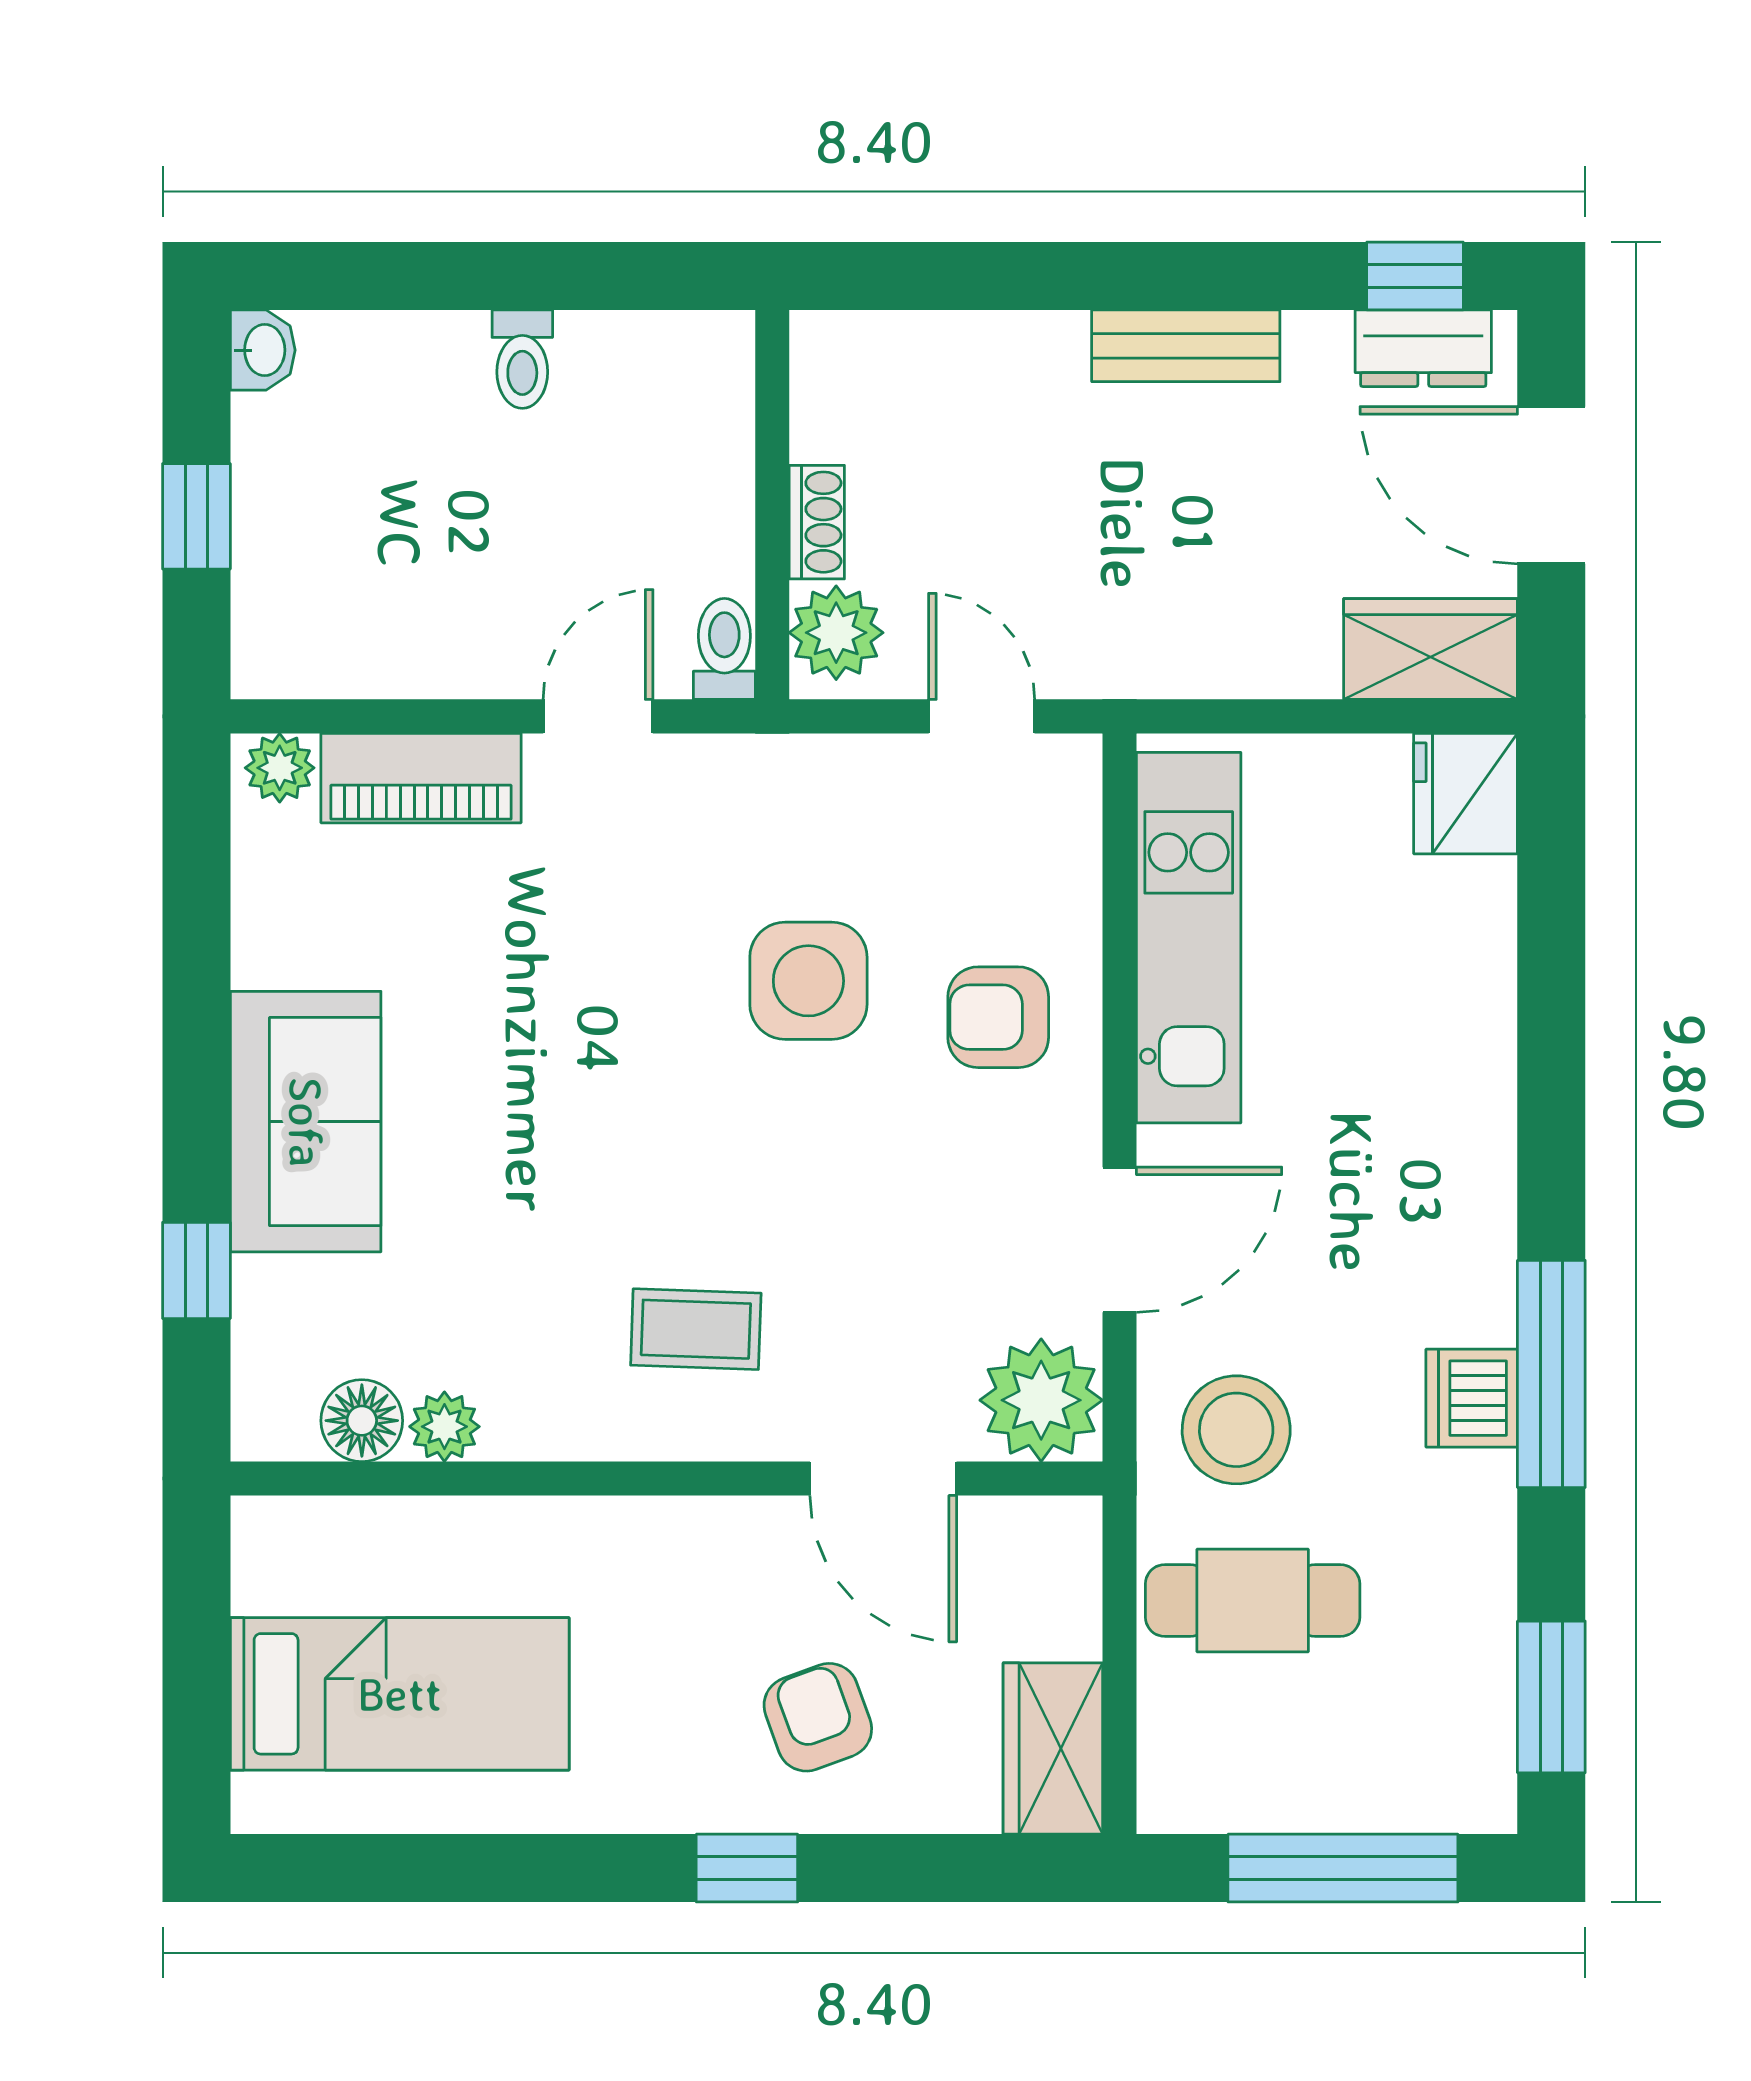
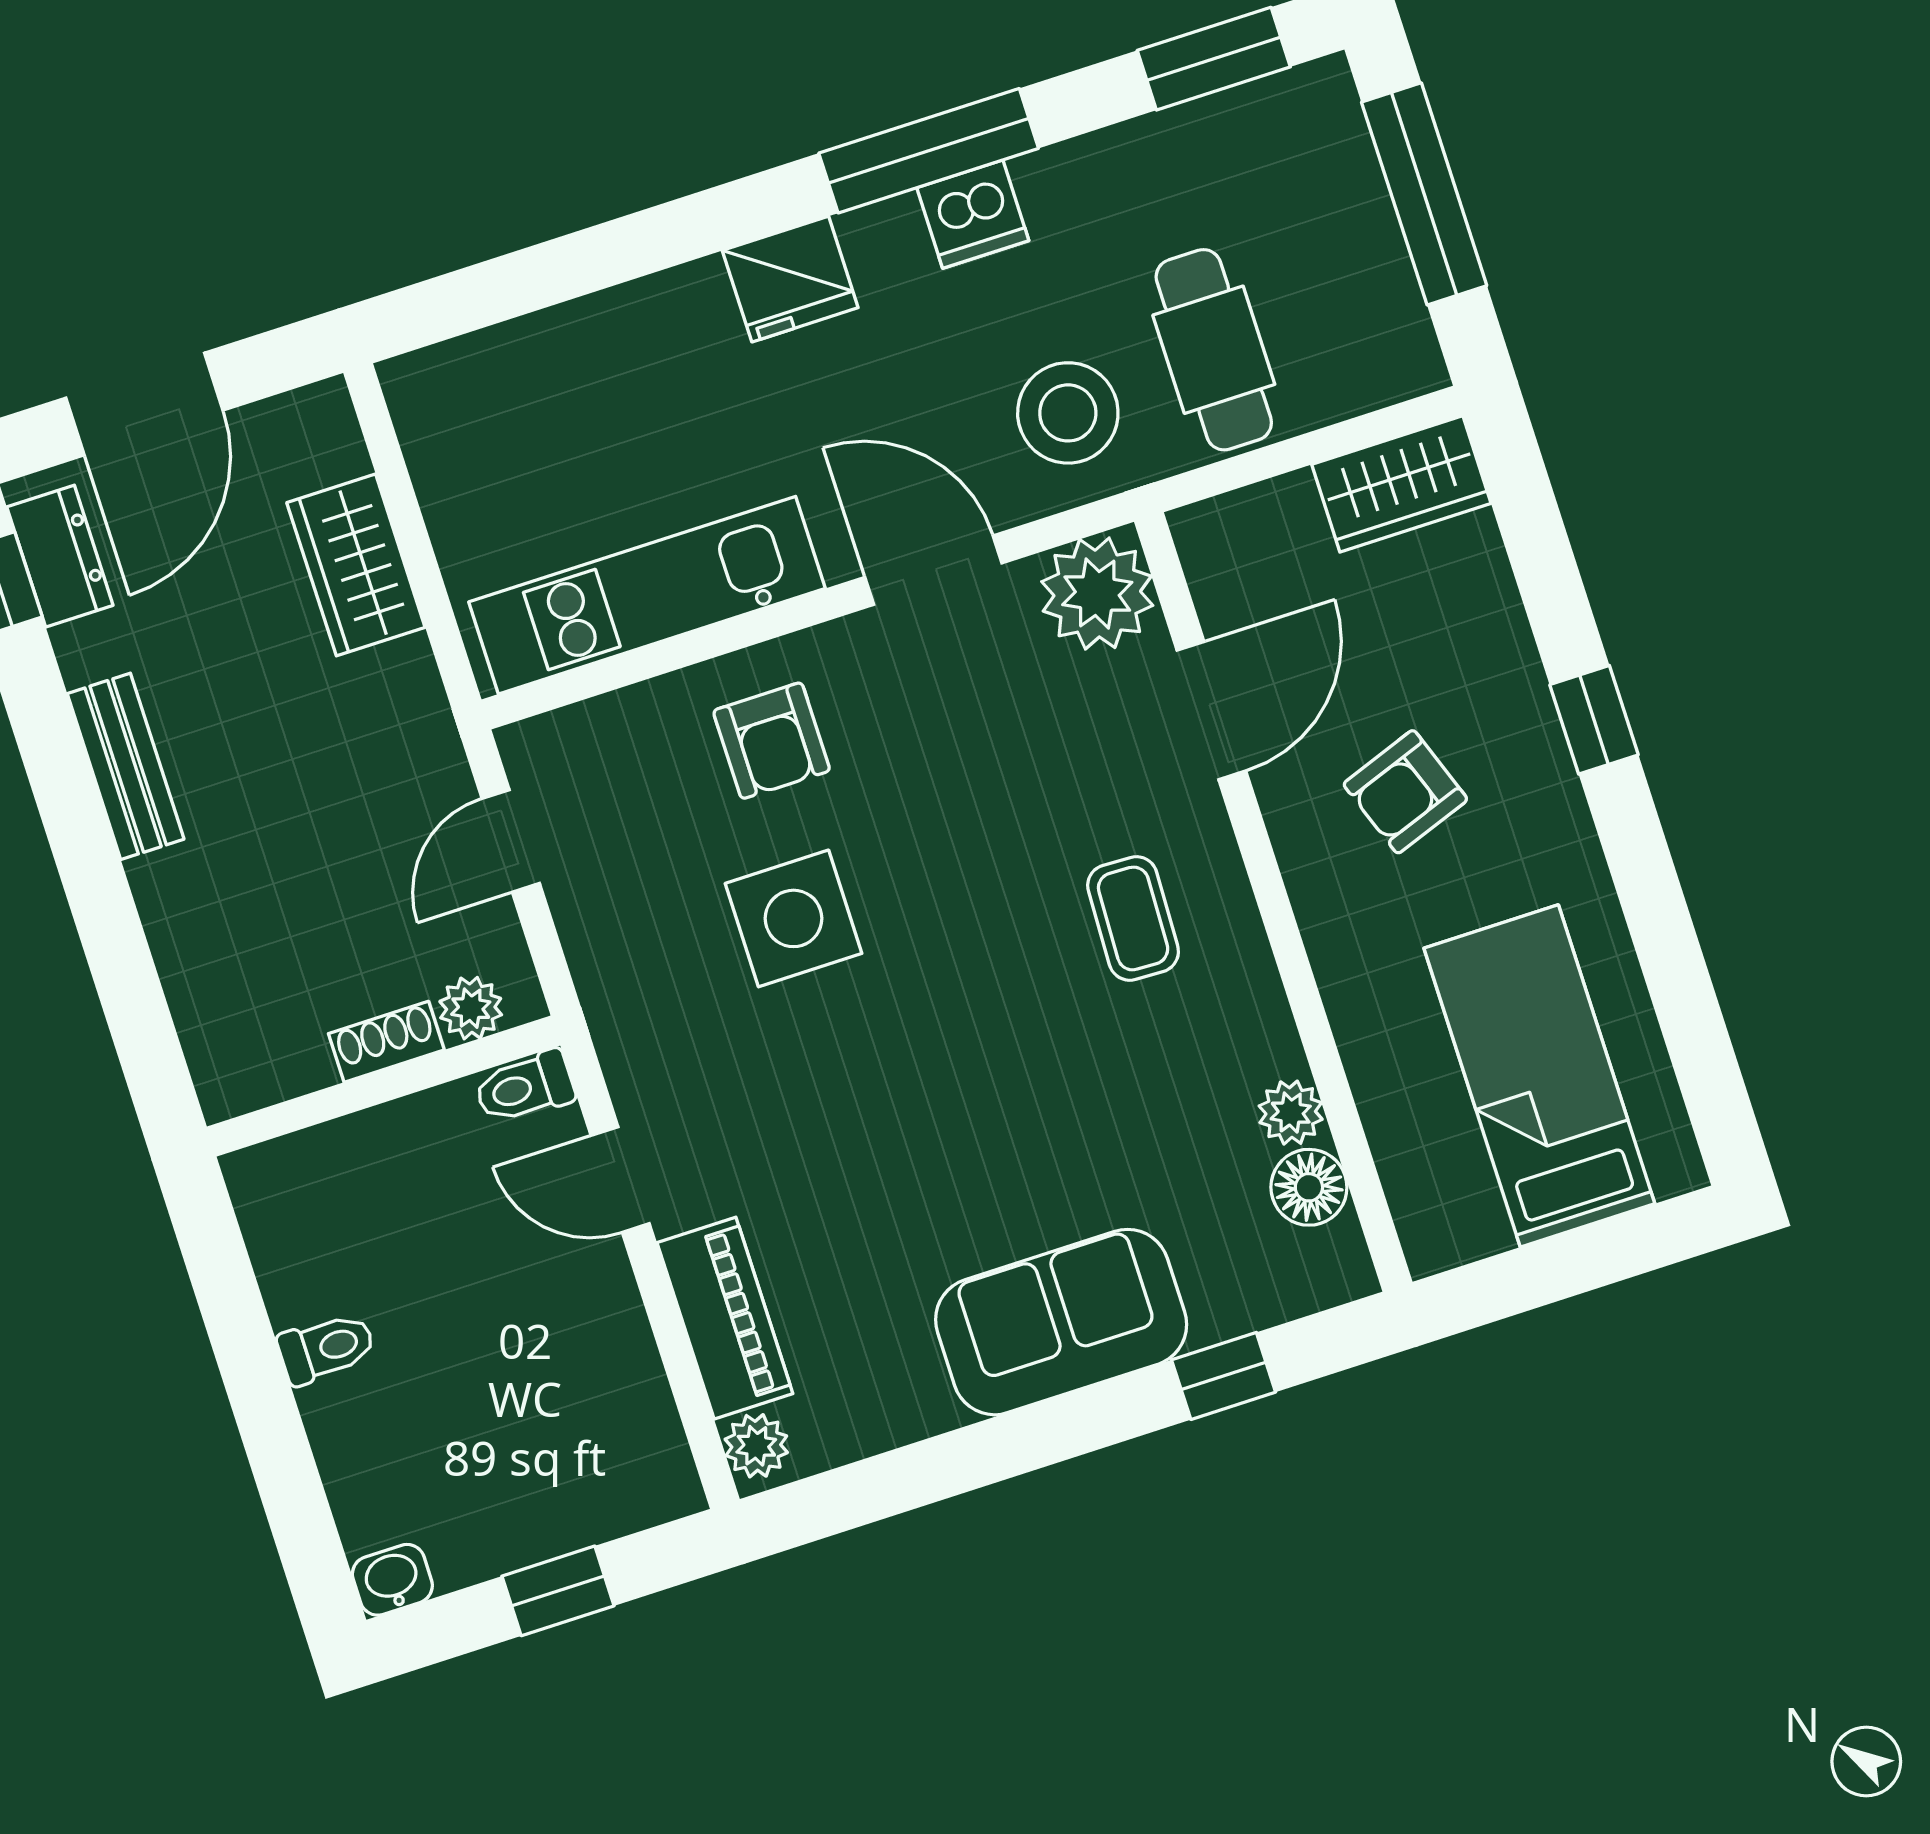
plant: (836, 633) -> (471, 1008), width x0.73, depth x0.73
wardrobe: (1431, 649) -> (356, 565), moved
fridge: (1466, 794) -> (790, 279), moved
armchair: (818, 1717) -> (1405, 792), moved

